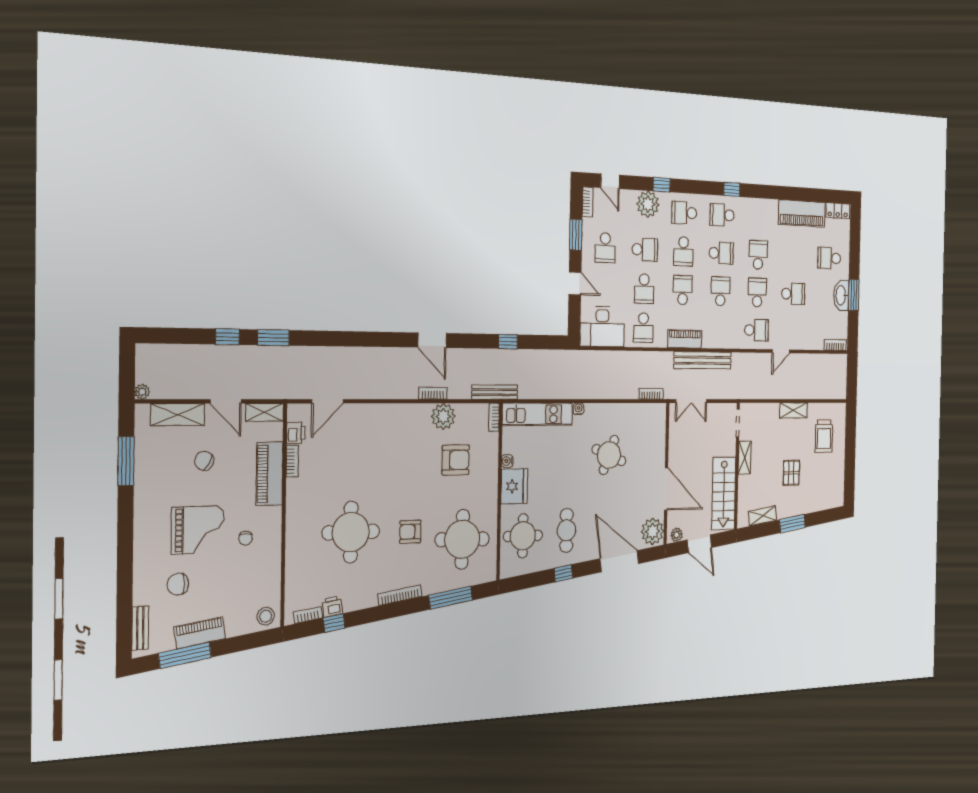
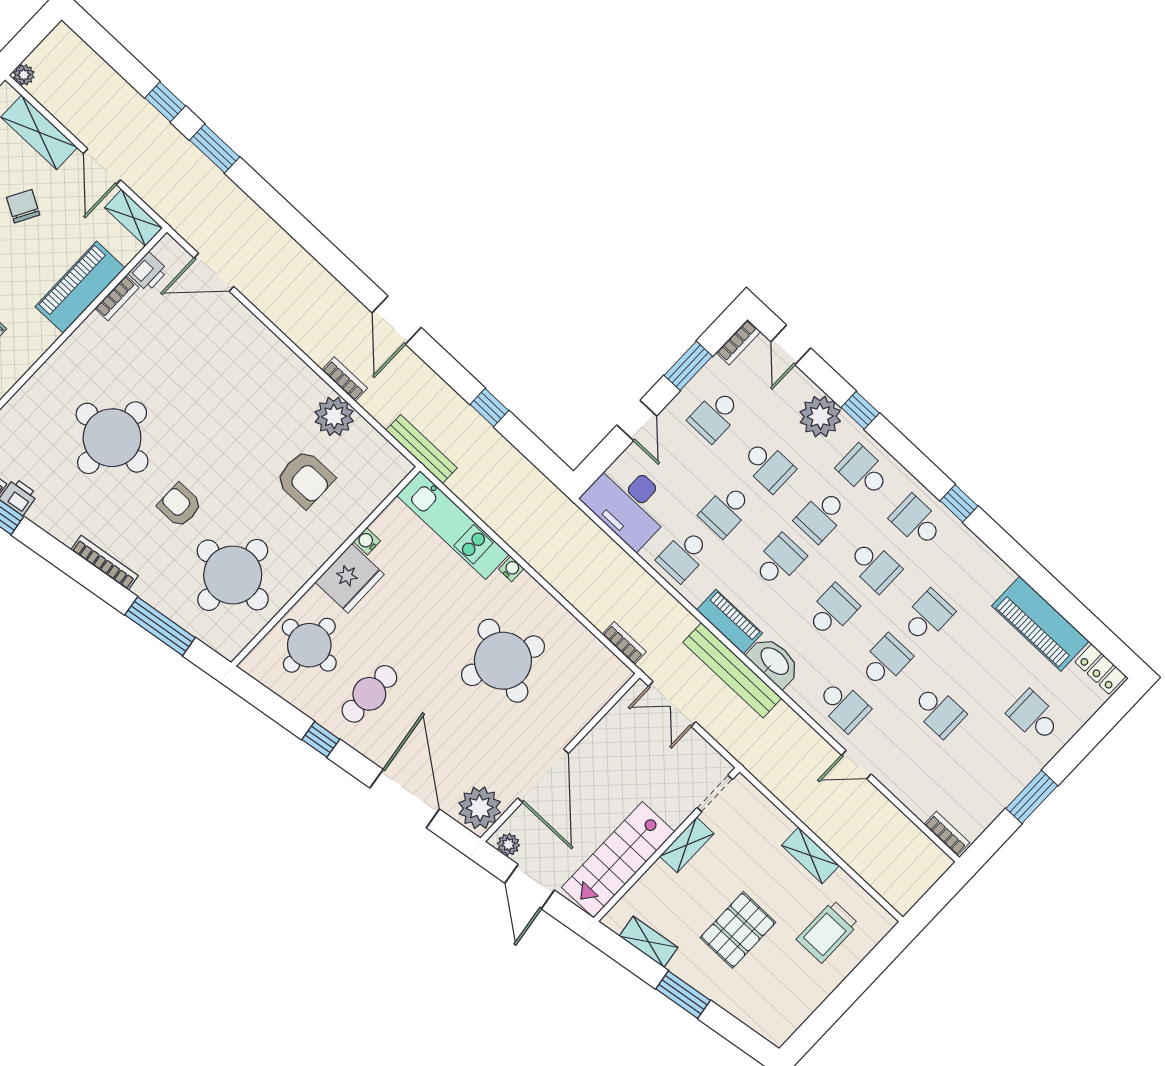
washbasin: (841, 295) -> (774, 662), moved, turned 90
bookcase: (494, 417) -> (395, 476), removed
round table: (609, 455) -> (503, 661), width x1.36, depth x1.36
pallet: (791, 473) -> (738, 930), width x1.50, depth x1.42

